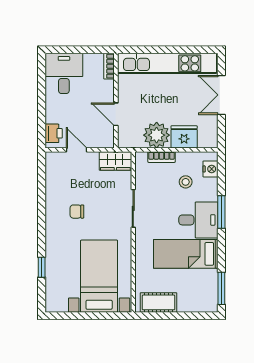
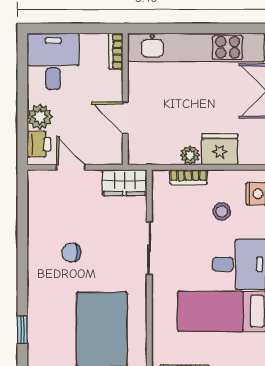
plant: (54, 114) -> (40, 117), added
plant: (157, 135) -> (190, 155), width x0.53, depth x0.53

